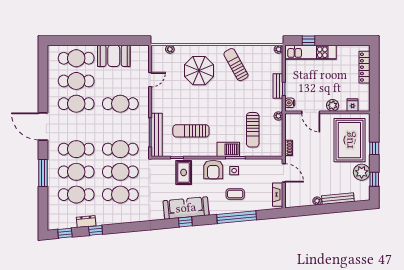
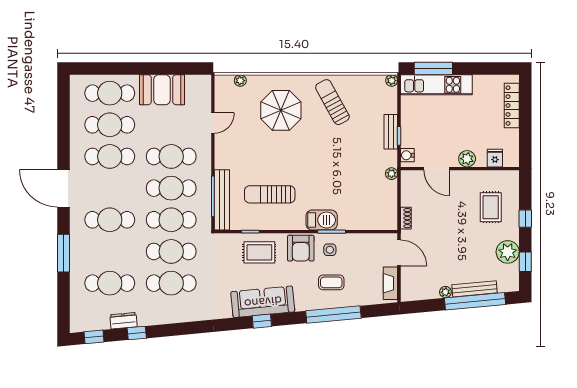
window: (308, 41) -> (433, 69), width x2.17
sun lounger: (253, 130) -> (356, 193), removed
rug: (349, 140) -> (491, 207), width x0.54, depth x0.49
cafe table: (76, 172) -> (171, 188), moved
rug: (184, 172) -> (259, 252), turned 90
window: (338, 208) -> (475, 301), added

